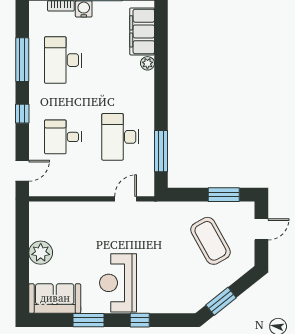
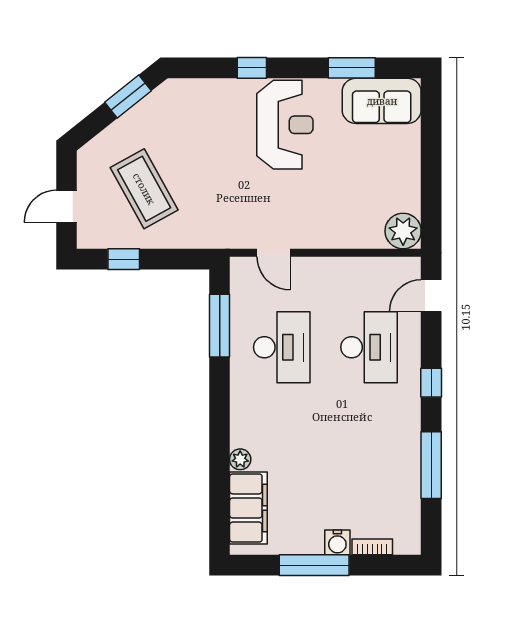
desk: (63, 60) -> (369, 464), removed
desk: (63, 137) -> (369, 347), width x1.37
window: (224, 195) -> (124, 259), width x0.67
door: (126, 199) -> (274, 253), hinge flipped
plant: (41, 253) -> (403, 231), moved
window: (88, 320) -> (352, 68), moved

